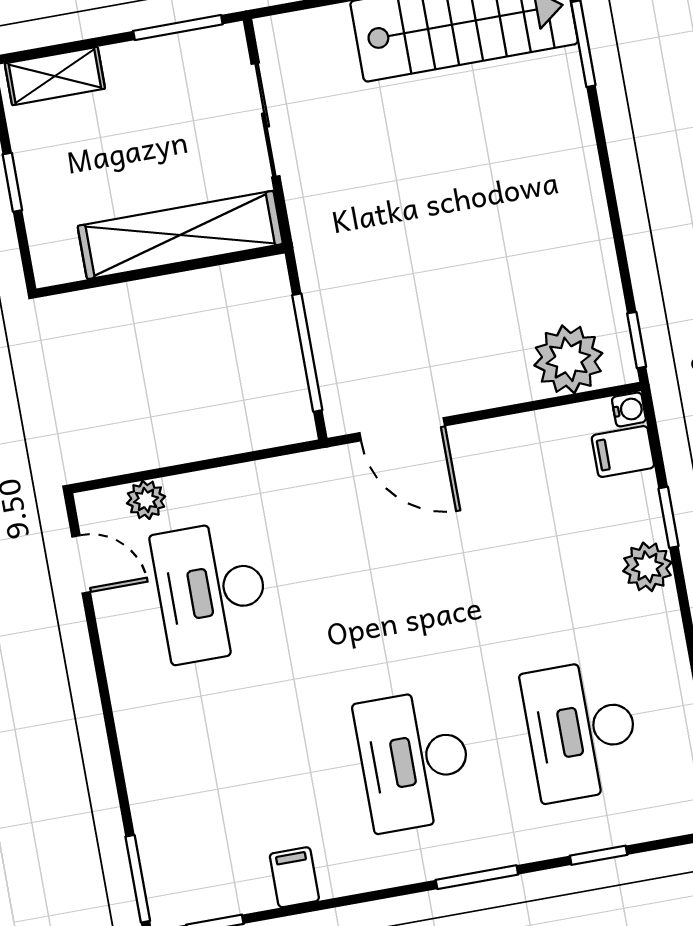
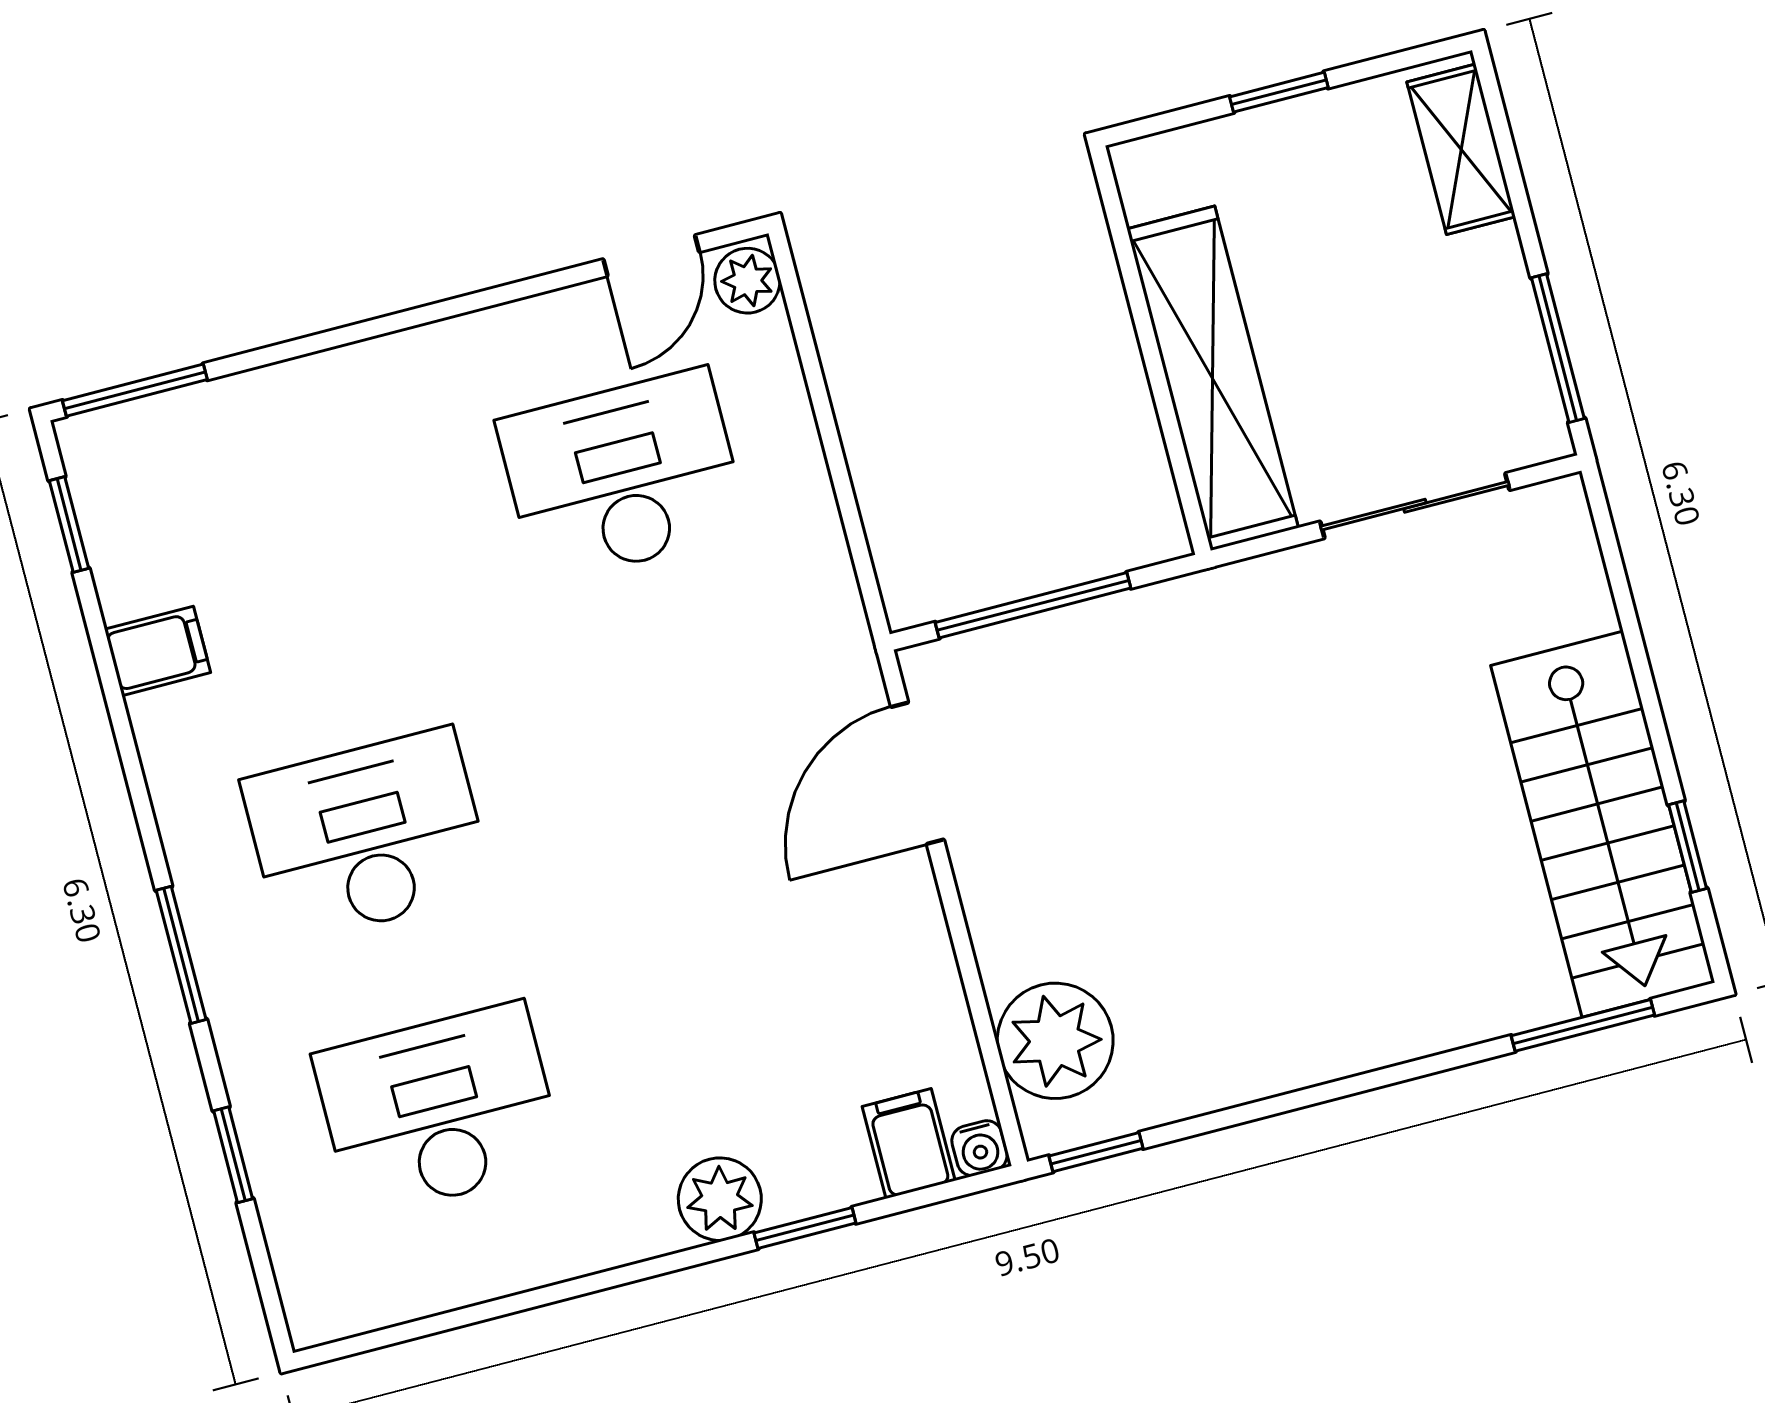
plant: (146, 500) -> (747, 281), moved

